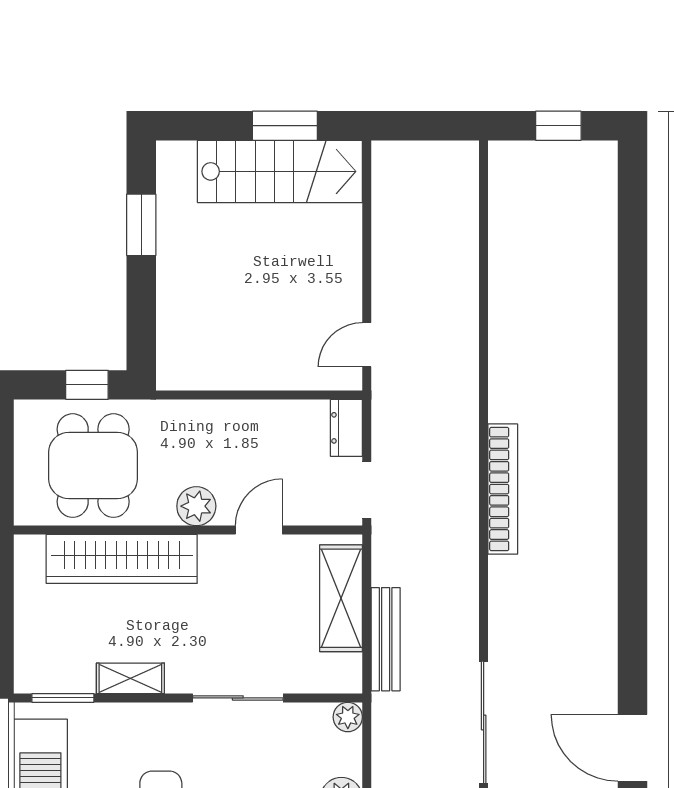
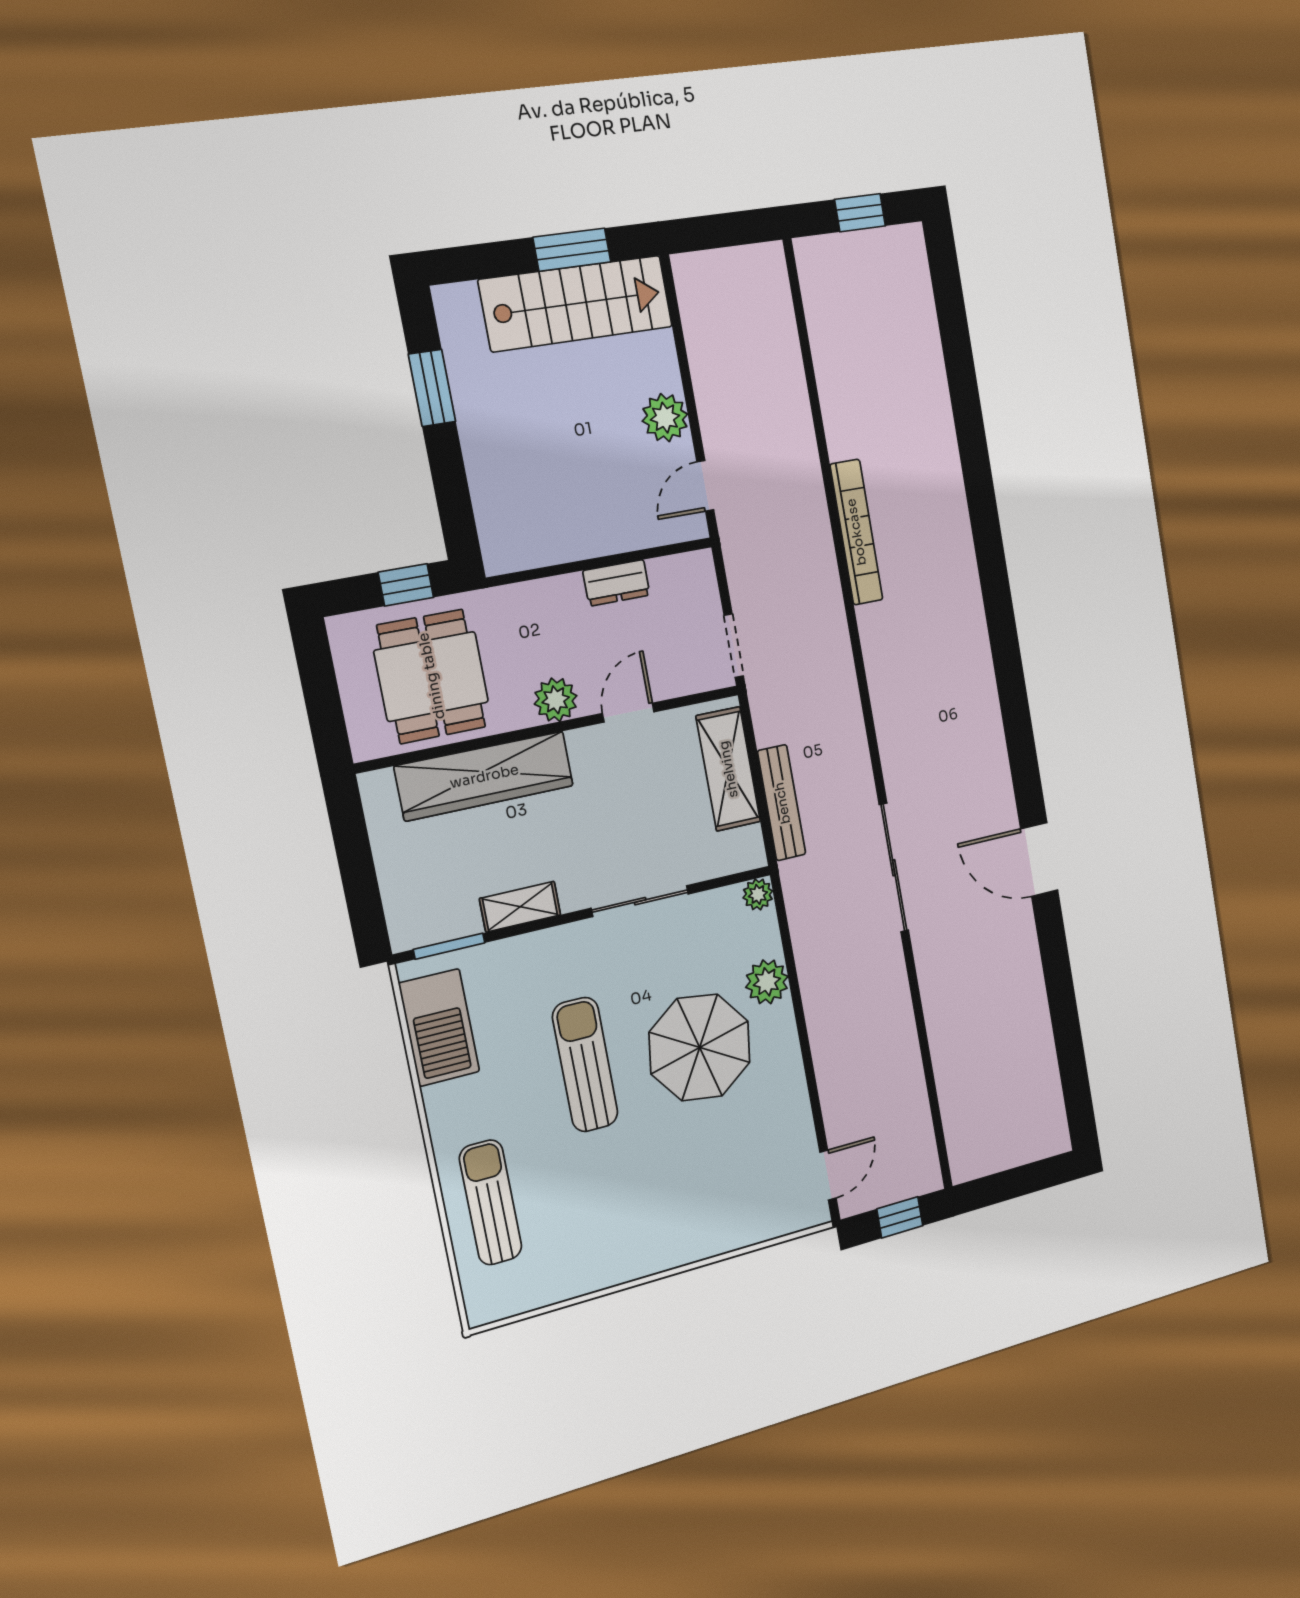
plant: (341, 280) -> (665, 418), added
dresser: (346, 428) -> (616, 583), moved, turned -90
bookcase: (503, 489) -> (856, 532), moved

